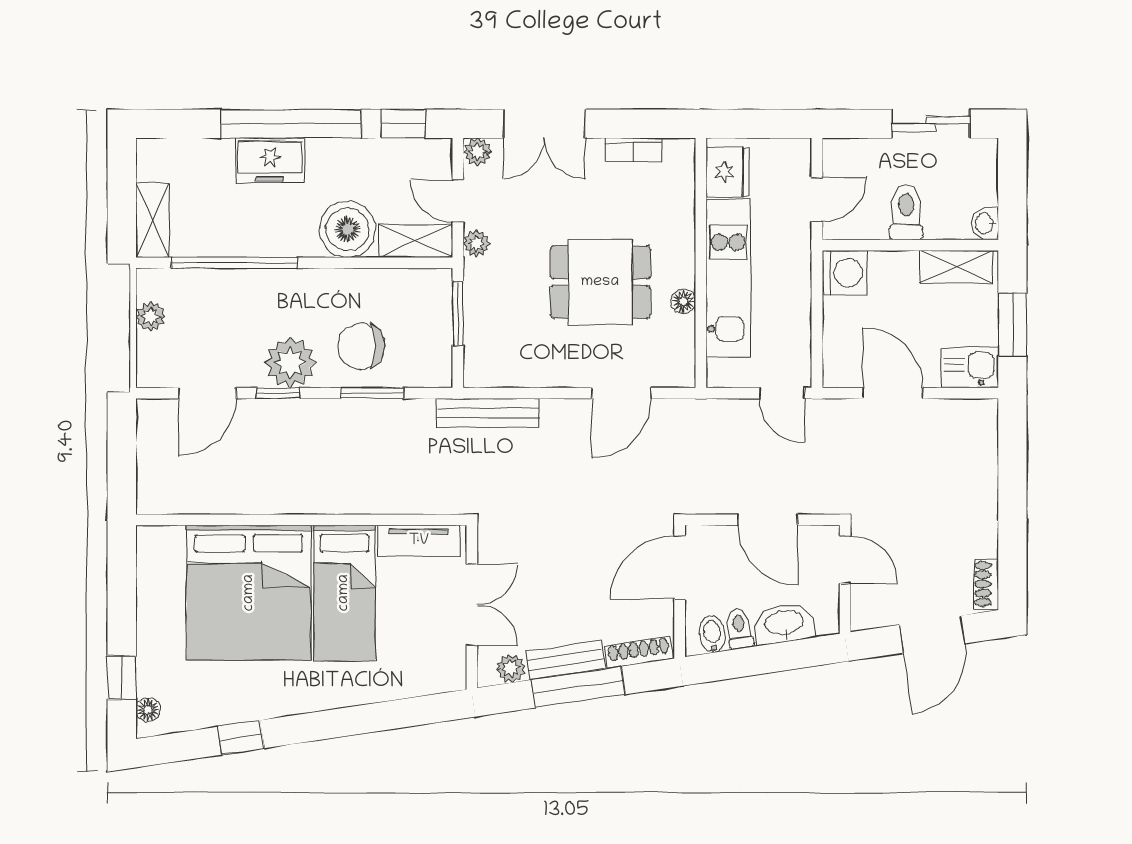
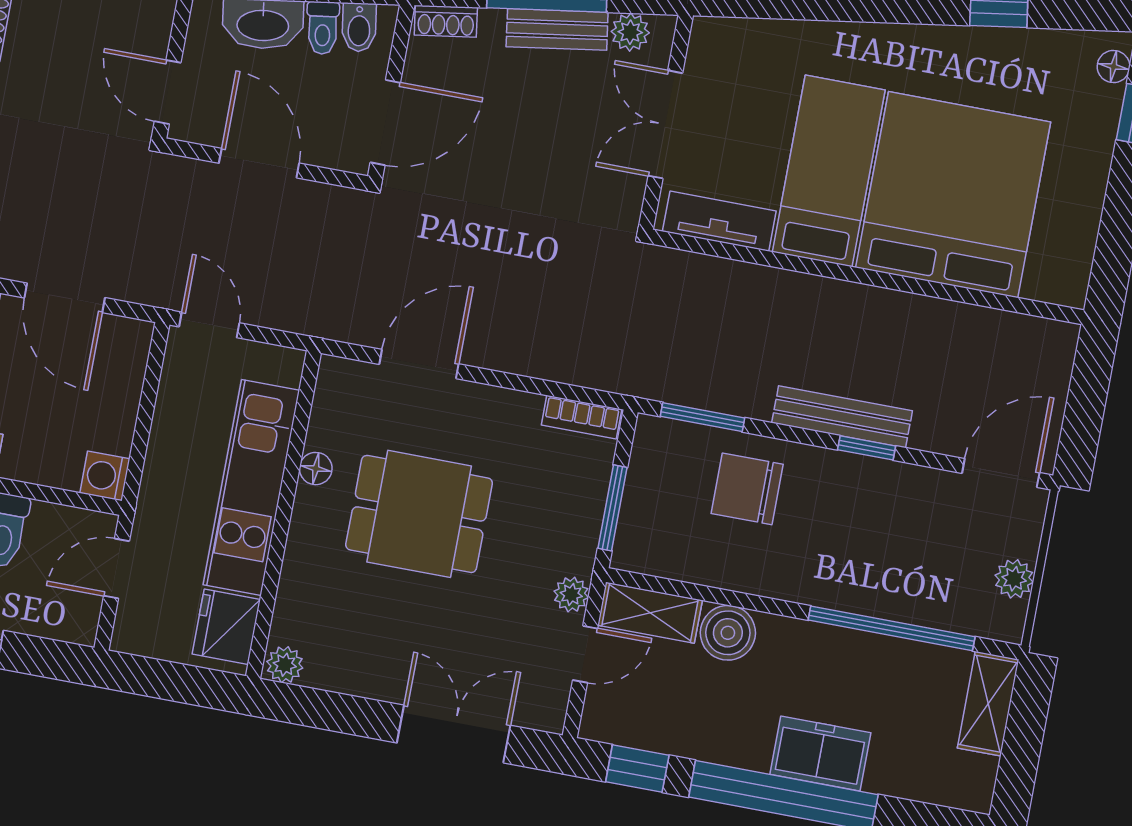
bookcase: (634, 149) -> (582, 417), moved, turned 180
plant: (478, 152) -> (285, 665), moved
door: (458, 201) -> (585, 654), hinge flipped
boiler: (348, 229) -> (728, 633), width x0.73, depth x0.73
washing machine: (845, 273) -> (105, 476), width x0.73, depth x0.73
chair: (361, 346) -> (747, 489), turned 180
plant: (290, 363) -> (843, 485), removed
door: (207, 393) -> (1001, 473), moved
window: (372, 393) -> (702, 417), moved
bench: (488, 413) -> (842, 417), moved
shoe rack: (639, 652) -> (446, 21), width x0.70

